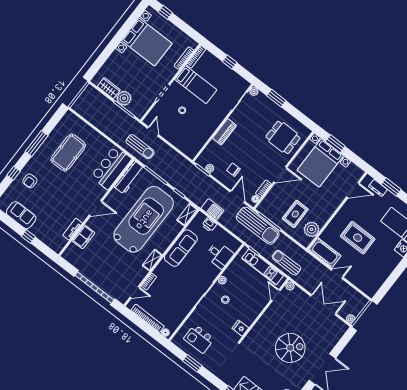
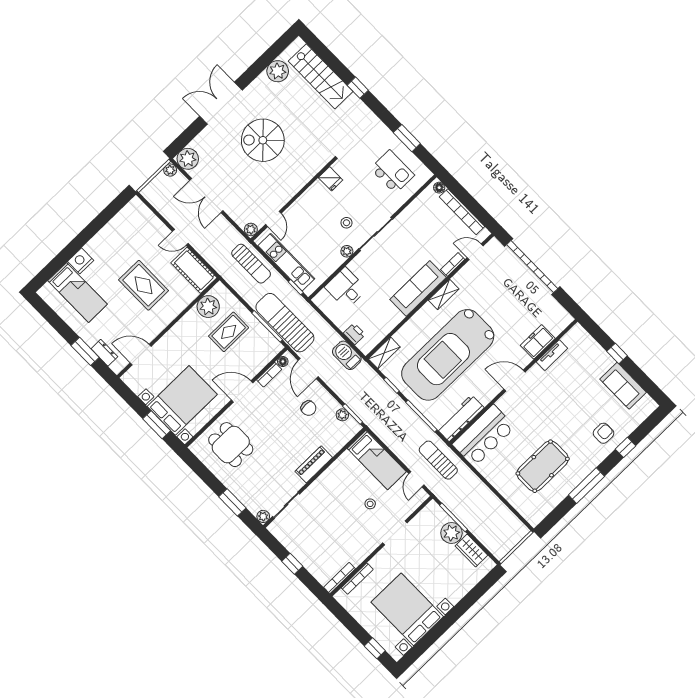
bed: (196, 85) -> (377, 460), moved, turned 180
sofa: (181, 248) -> (418, 288), moved
plant: (340, 328) -> (188, 159), added

